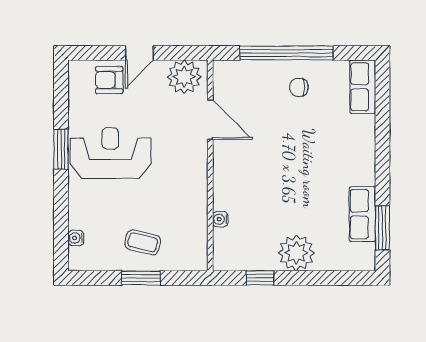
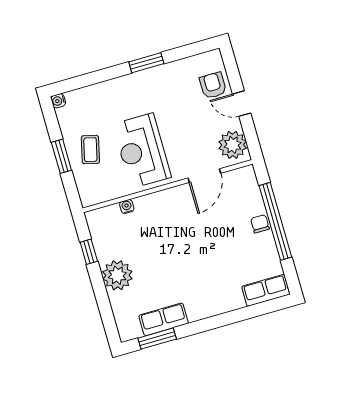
chair: (299, 87) -> (260, 224), moved
reception desk: (110, 153) -> (142, 151), moved, turned 180
water cooler: (76, 238) -> (58, 101), moved, turned -90

